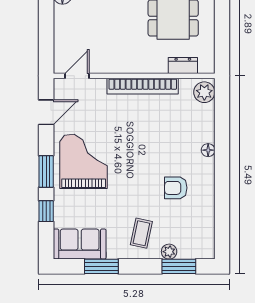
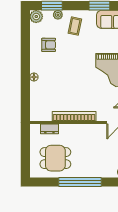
plant: (204, 92) -> (36, 17), moved
armchair: (176, 188) -> (49, 45), moved

